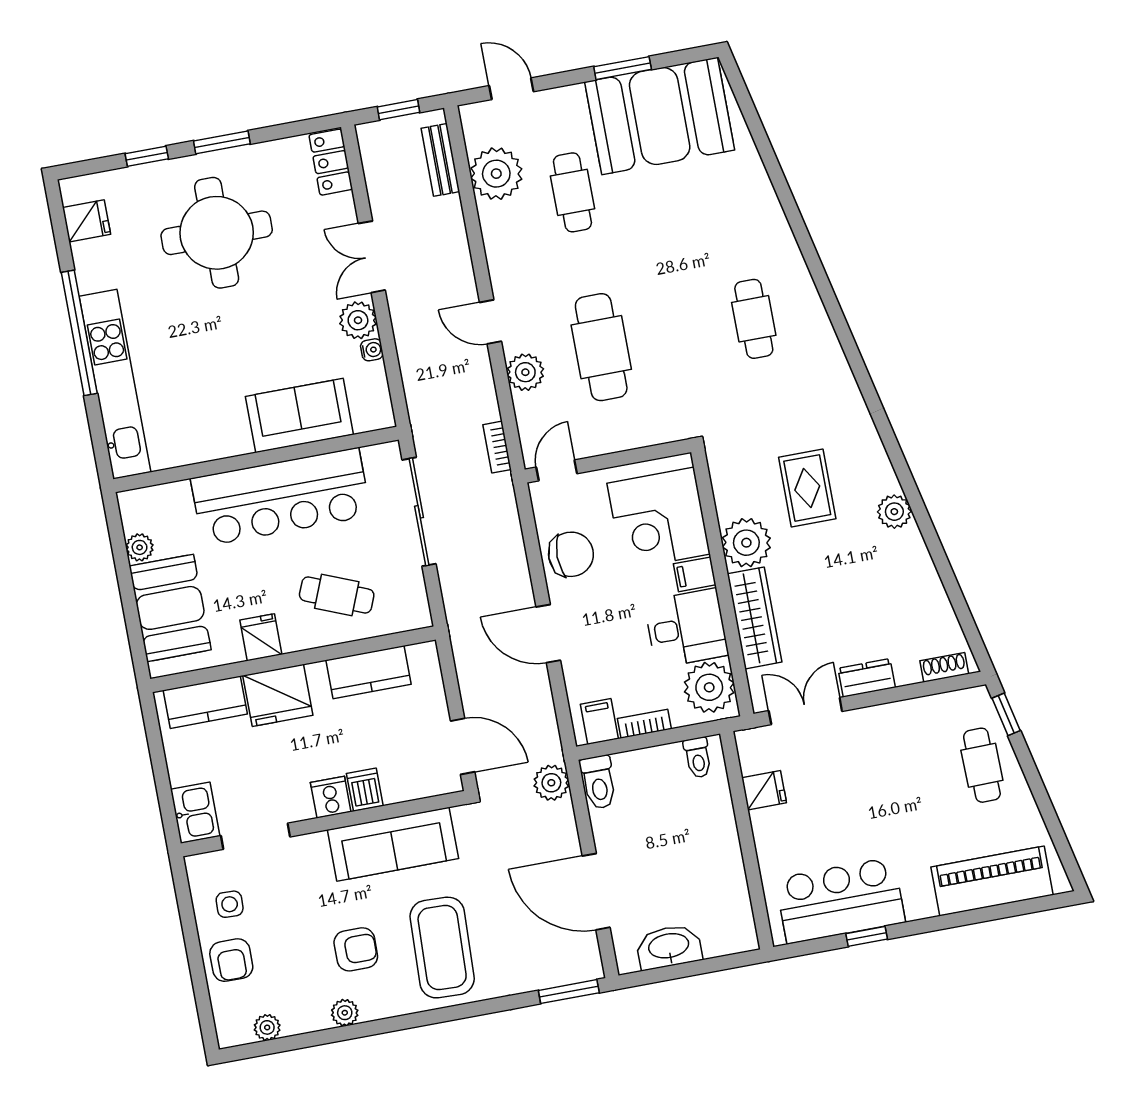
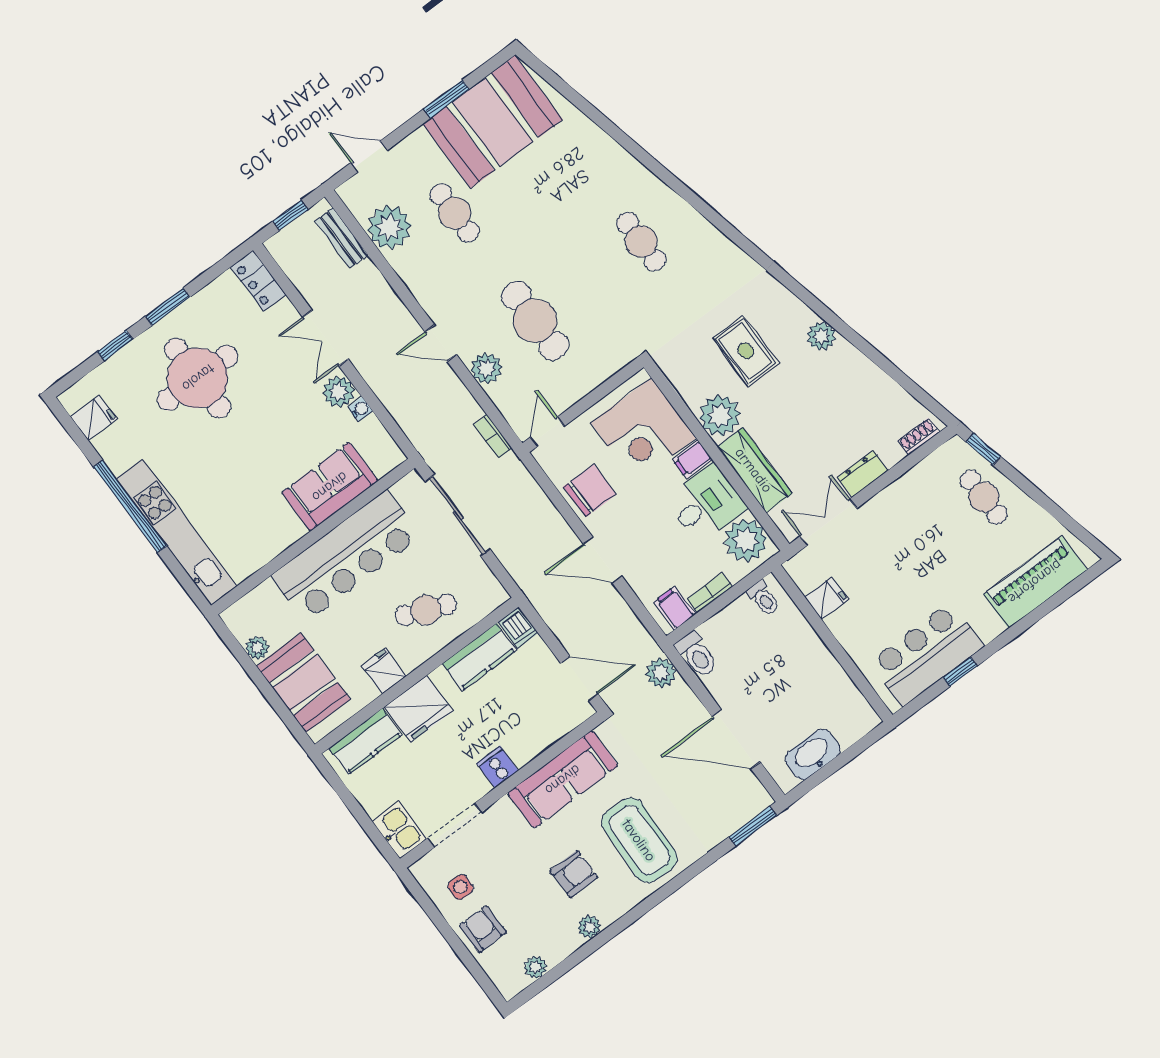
dishwasher: (365, 790) -> (518, 627), moved, turned 180
armchair: (231, 960) -> (483, 929), turned 180

